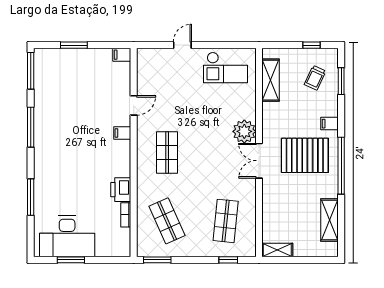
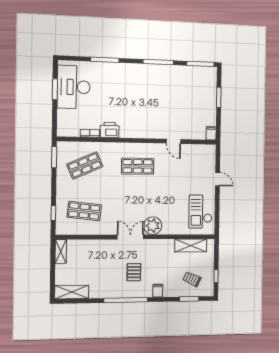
filing cabinet: (122, 133) -> (153, 132), removed
pallet: (305, 155) -> (134, 272), width x0.49, depth x0.50
shelving: (330, 220) -> (72, 292), moved

